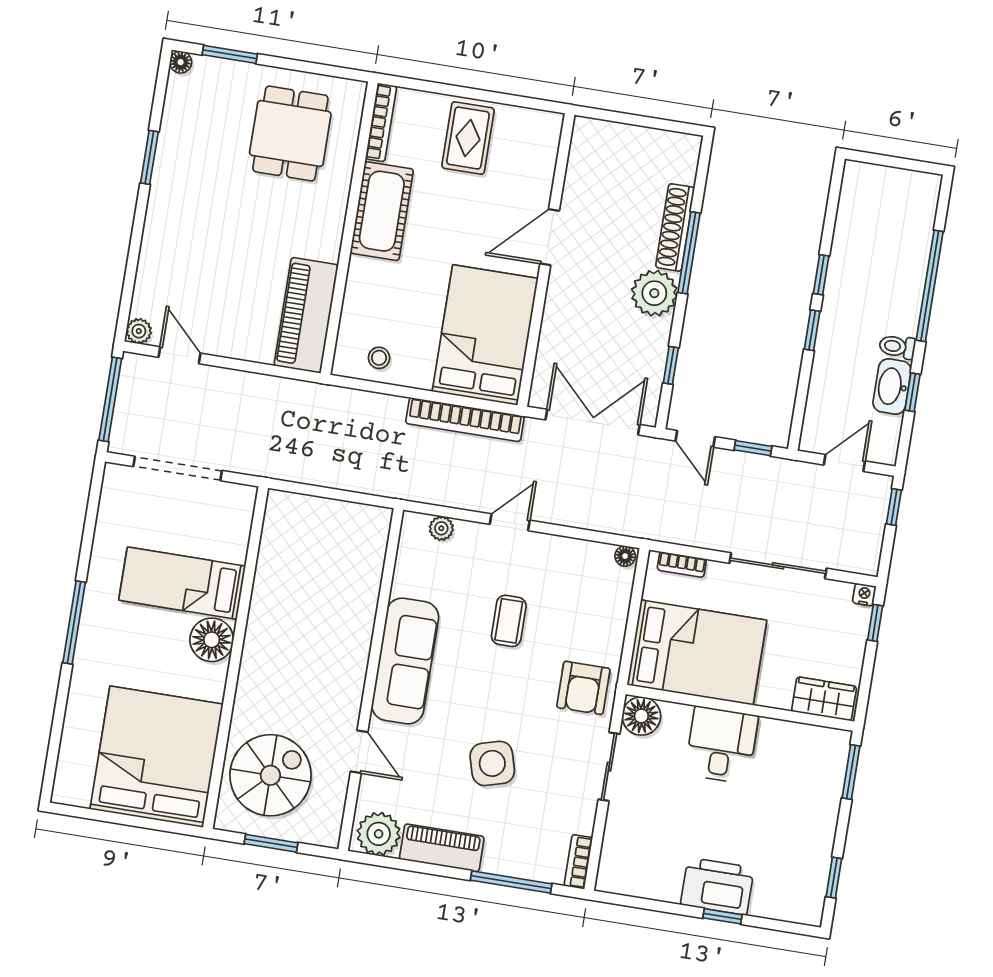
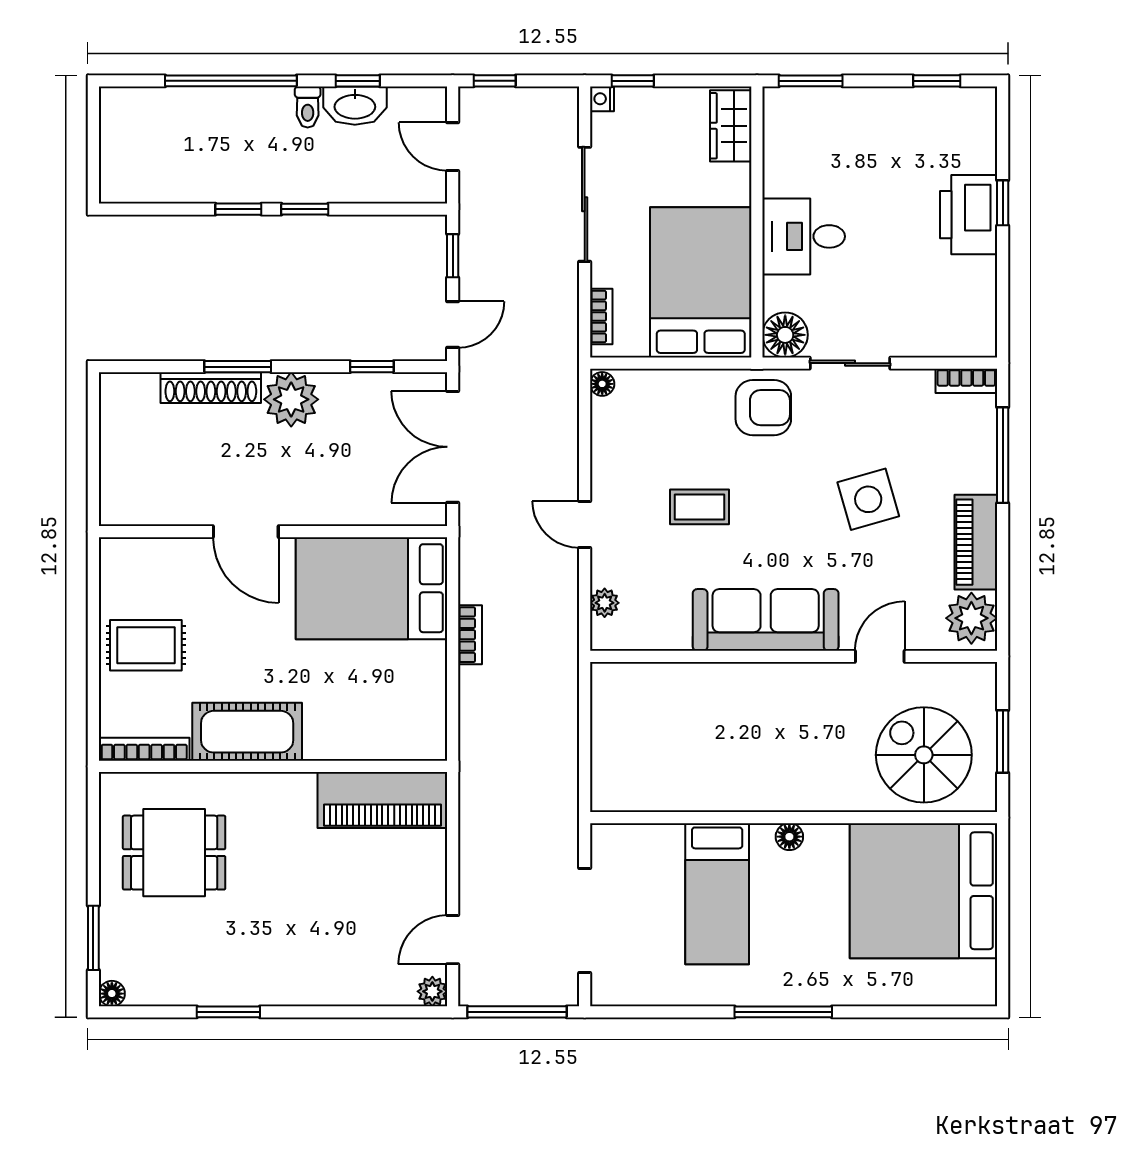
window: (689, 253) -> (238, 367), width x0.69
stool: (379, 358) -> (418, 707), removed
bookcase: (465, 420) -> (470, 635), width x0.43, depth x0.76
floor lamp: (212, 640) -> (789, 837), width x0.53, depth x0.53

